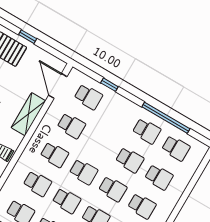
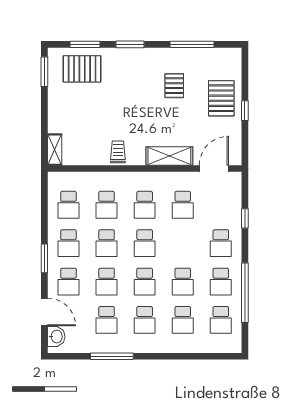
school desk: (88, 97) -> (221, 243), moved

